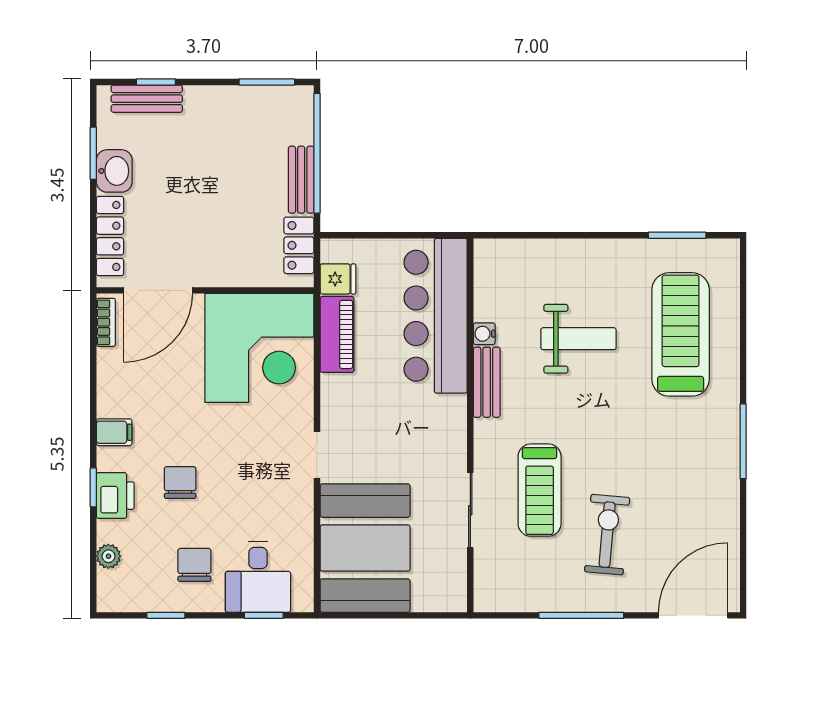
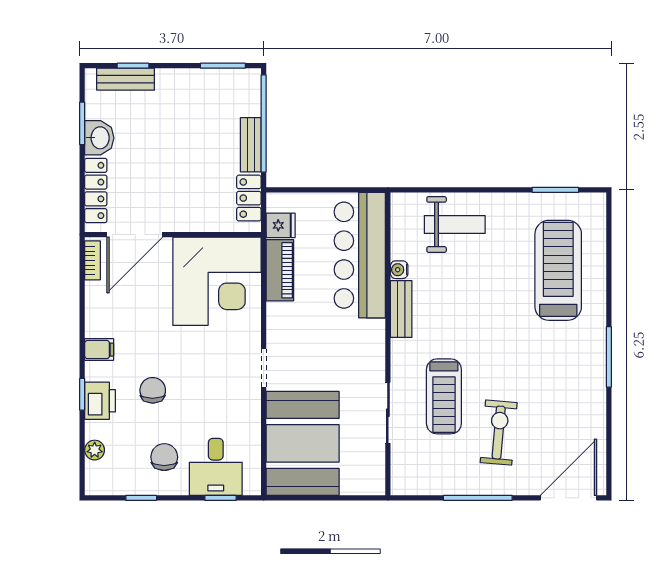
weight bench: (578, 339) -> (455, 224), moved

